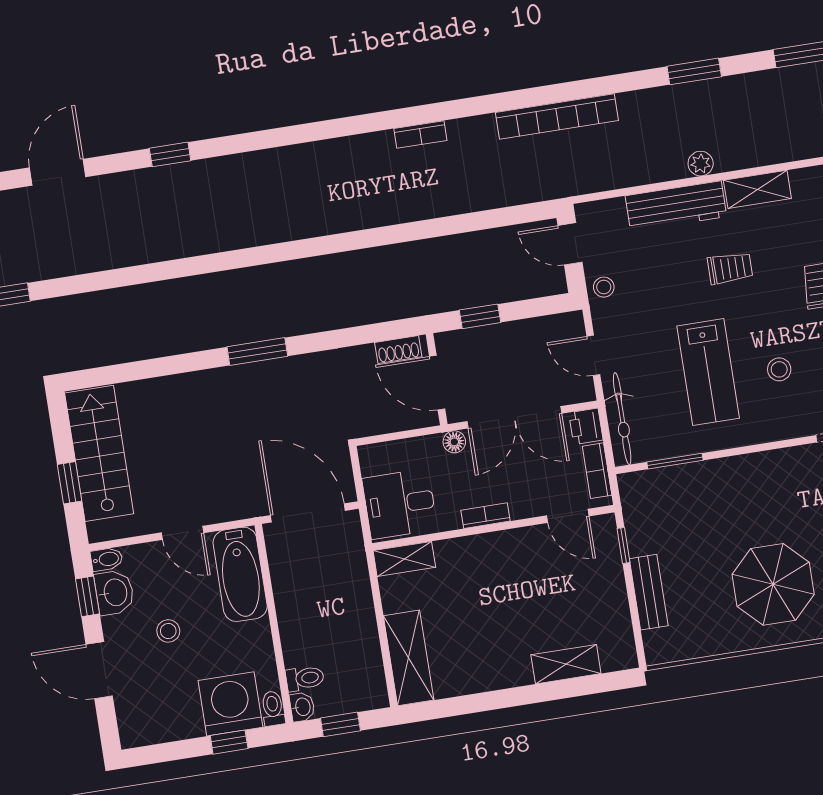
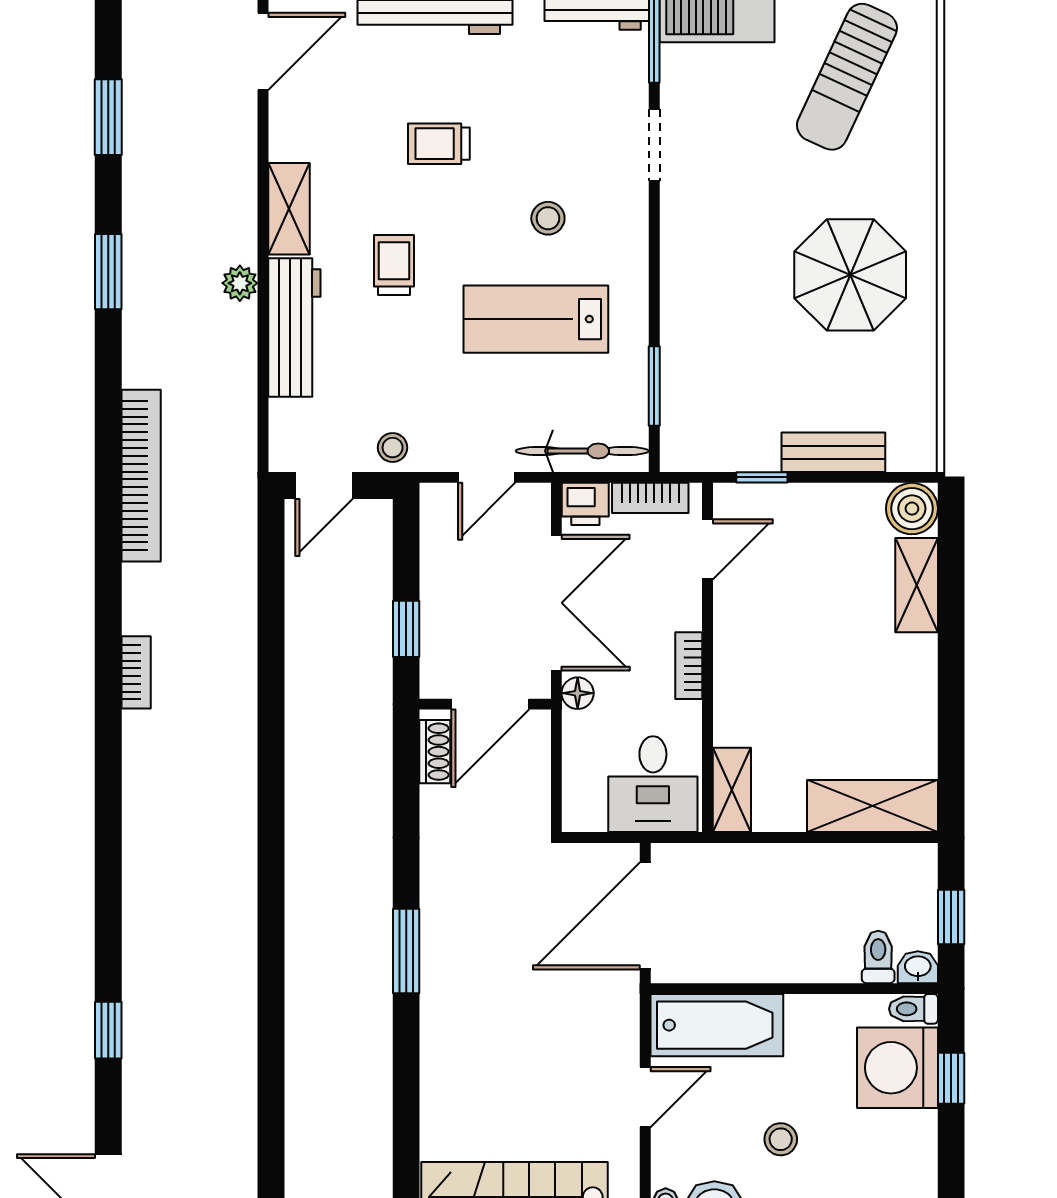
lab bench: (708, 372) -> (536, 319), turned 180
boiler: (618, 653) -> (912, 509), added

